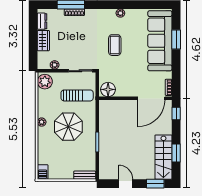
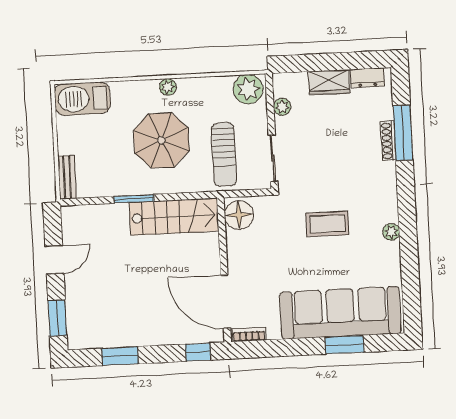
stairs: (163, 157) -> (174, 217), moved, turned 180
barbecue: (43, 172) -> (82, 99), width x1.88, depth x1.53

